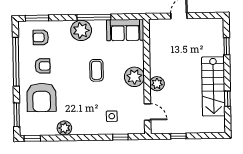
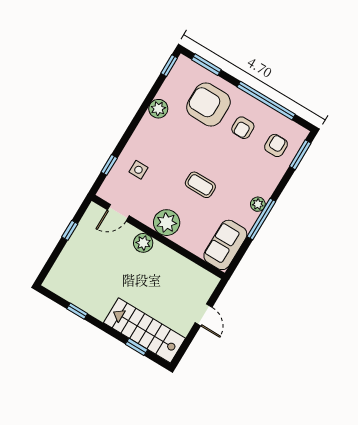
plant: (81, 30) -> (258, 204), width x0.53, depth x0.53
stairs: (213, 86) -> (145, 330), moved

